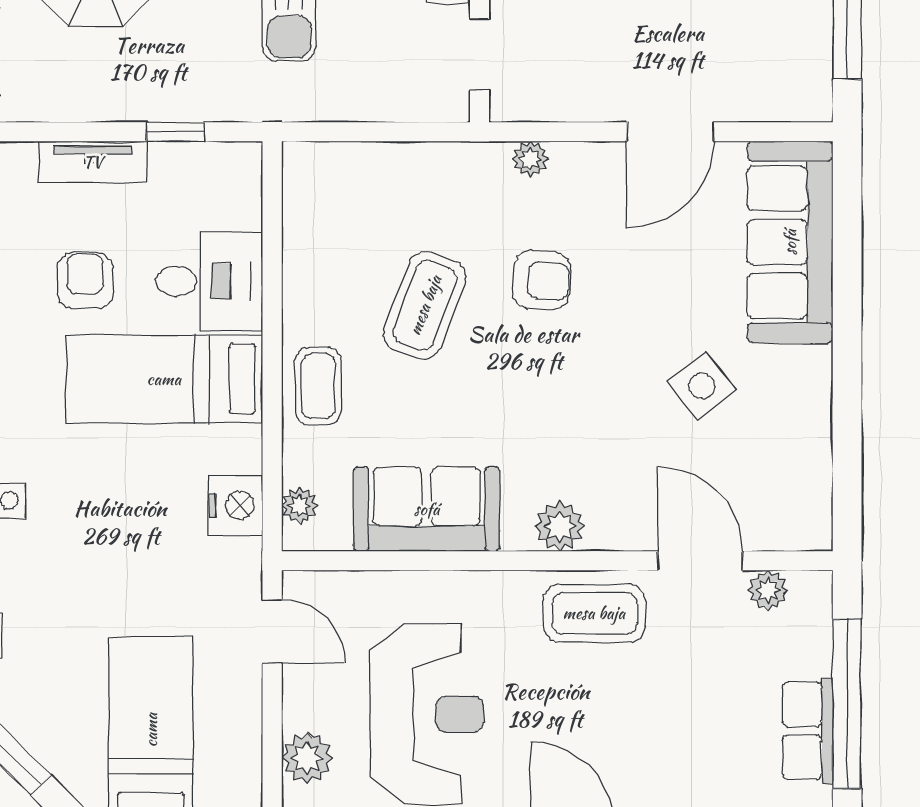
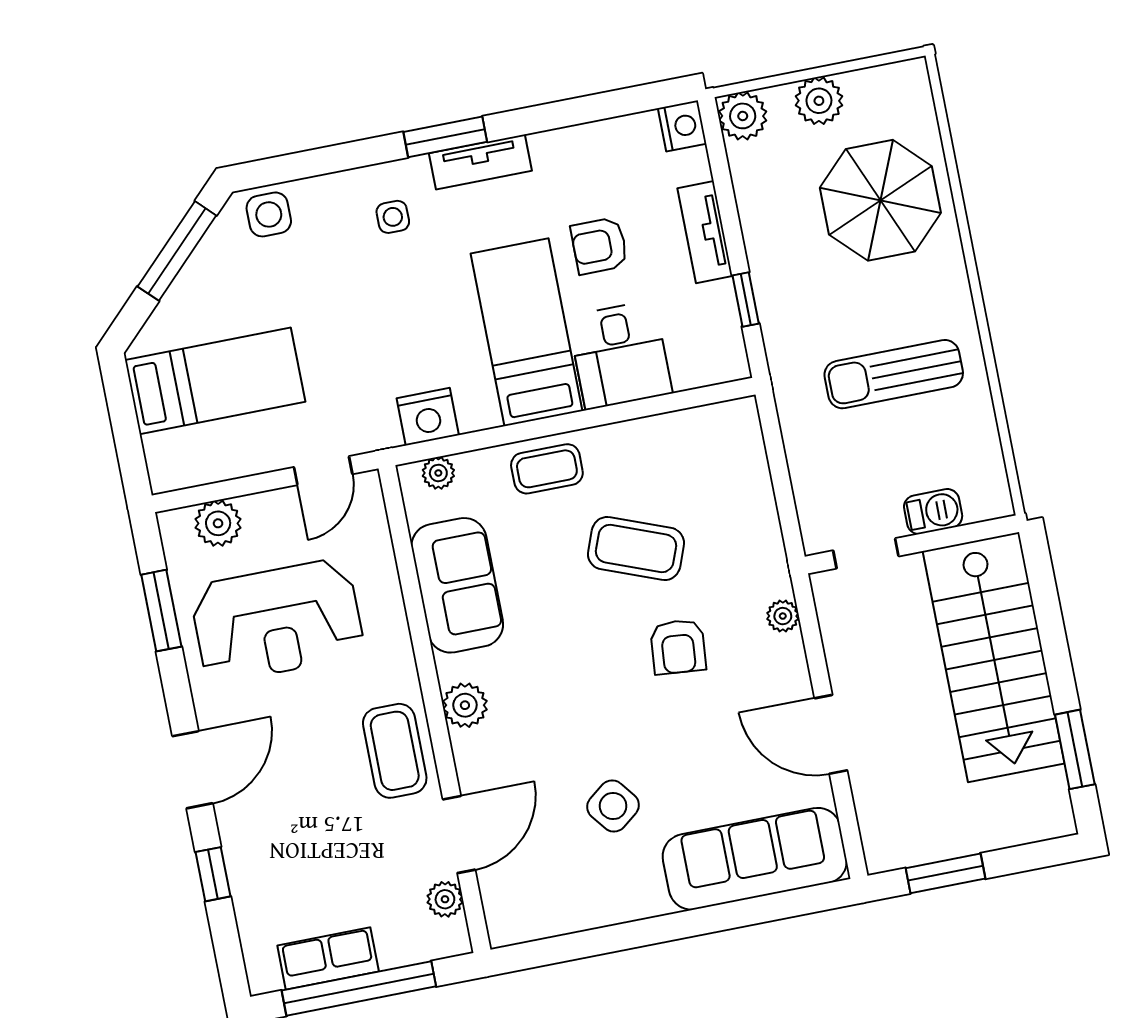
armchair: (85, 281) -> (599, 246), turned 180

